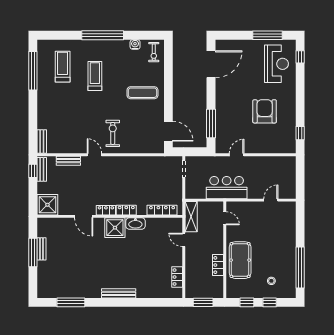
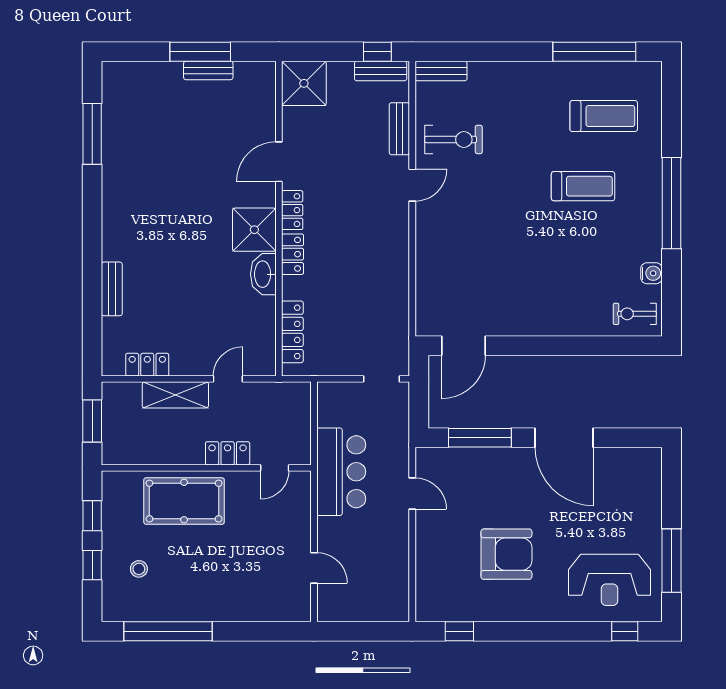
door: (211, 64) -> (564, 438), moved
exercise mat: (142, 93) -> (547, 289), removed
exercise bike: (113, 133) -> (454, 139), moved
shelving: (191, 217) -> (175, 395), moved
locker: (218, 265) -> (228, 453), moved
bench: (119, 293) -> (112, 289), moved, width x0.73

